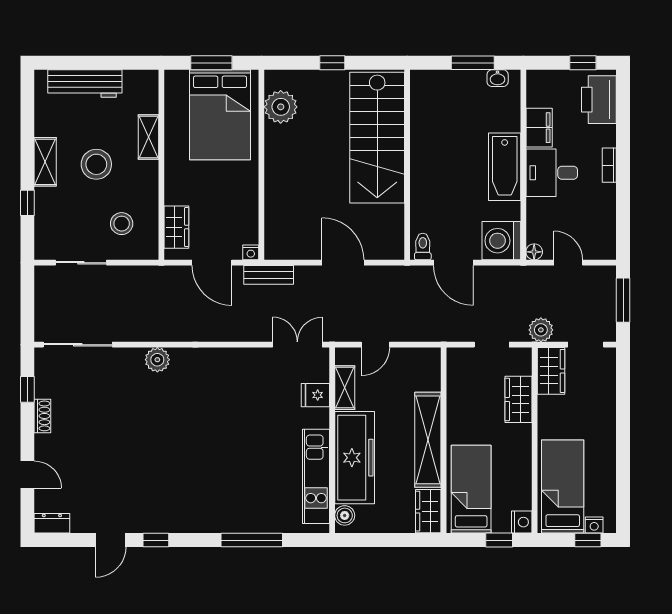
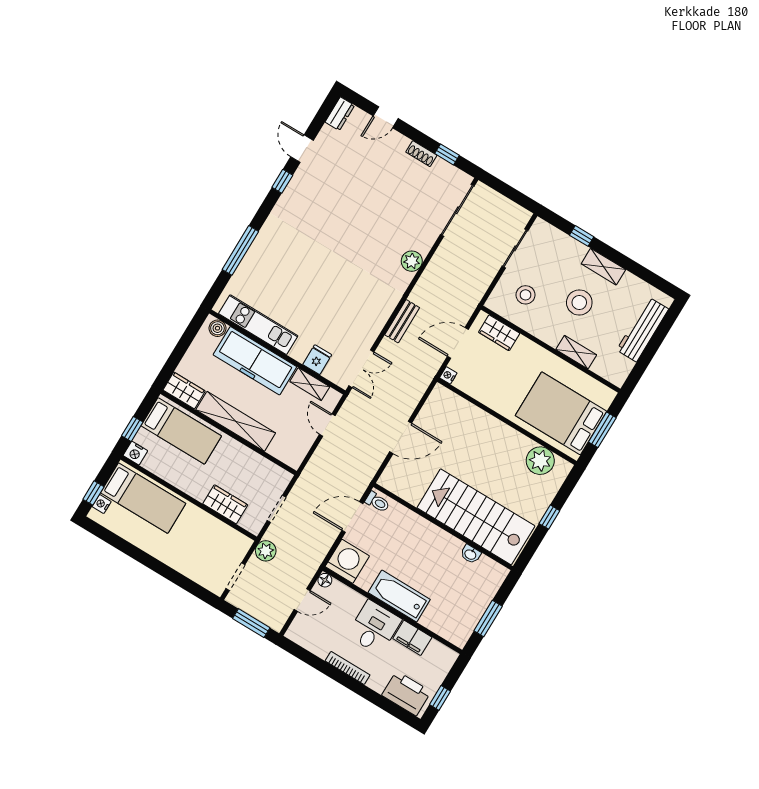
washbasin: (498, 78) -> (471, 554), moved, turned -90
bookcase: (609, 165) -> (348, 668), width x1.56
bench: (269, 275) -> (402, 321), moved
wardrobe: (551, 371) -> (232, 540), removed

